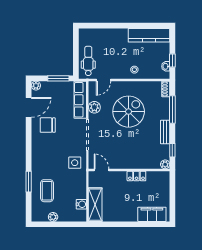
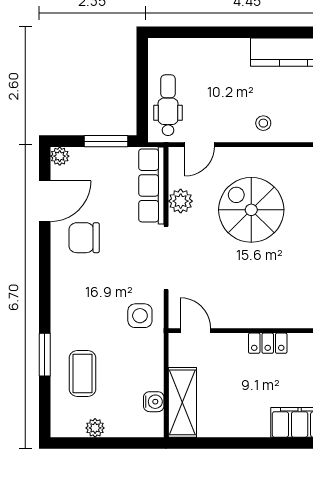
spiral stairs: (129, 112) -> (251, 210), turned -90

